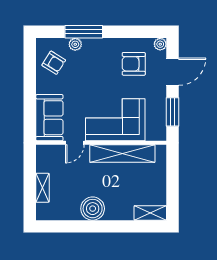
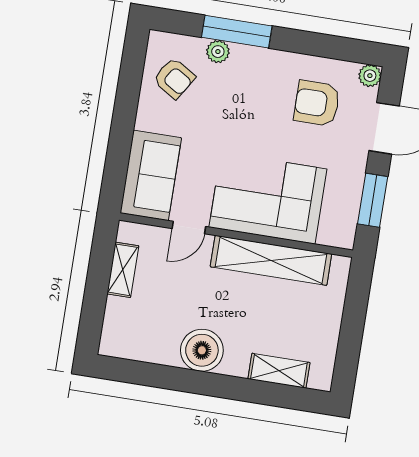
shelving: (42, 188) -> (123, 270), moved
shelving: (150, 213) -> (279, 371), moved

